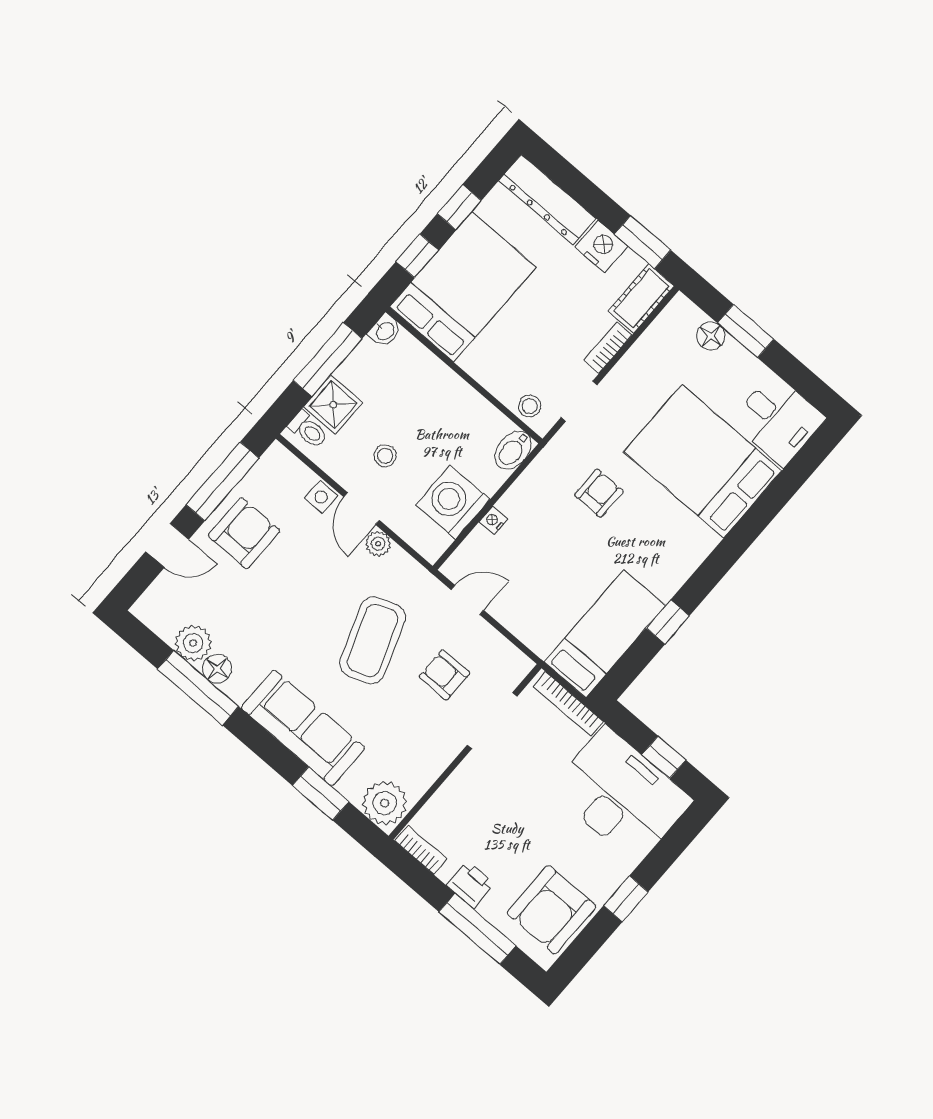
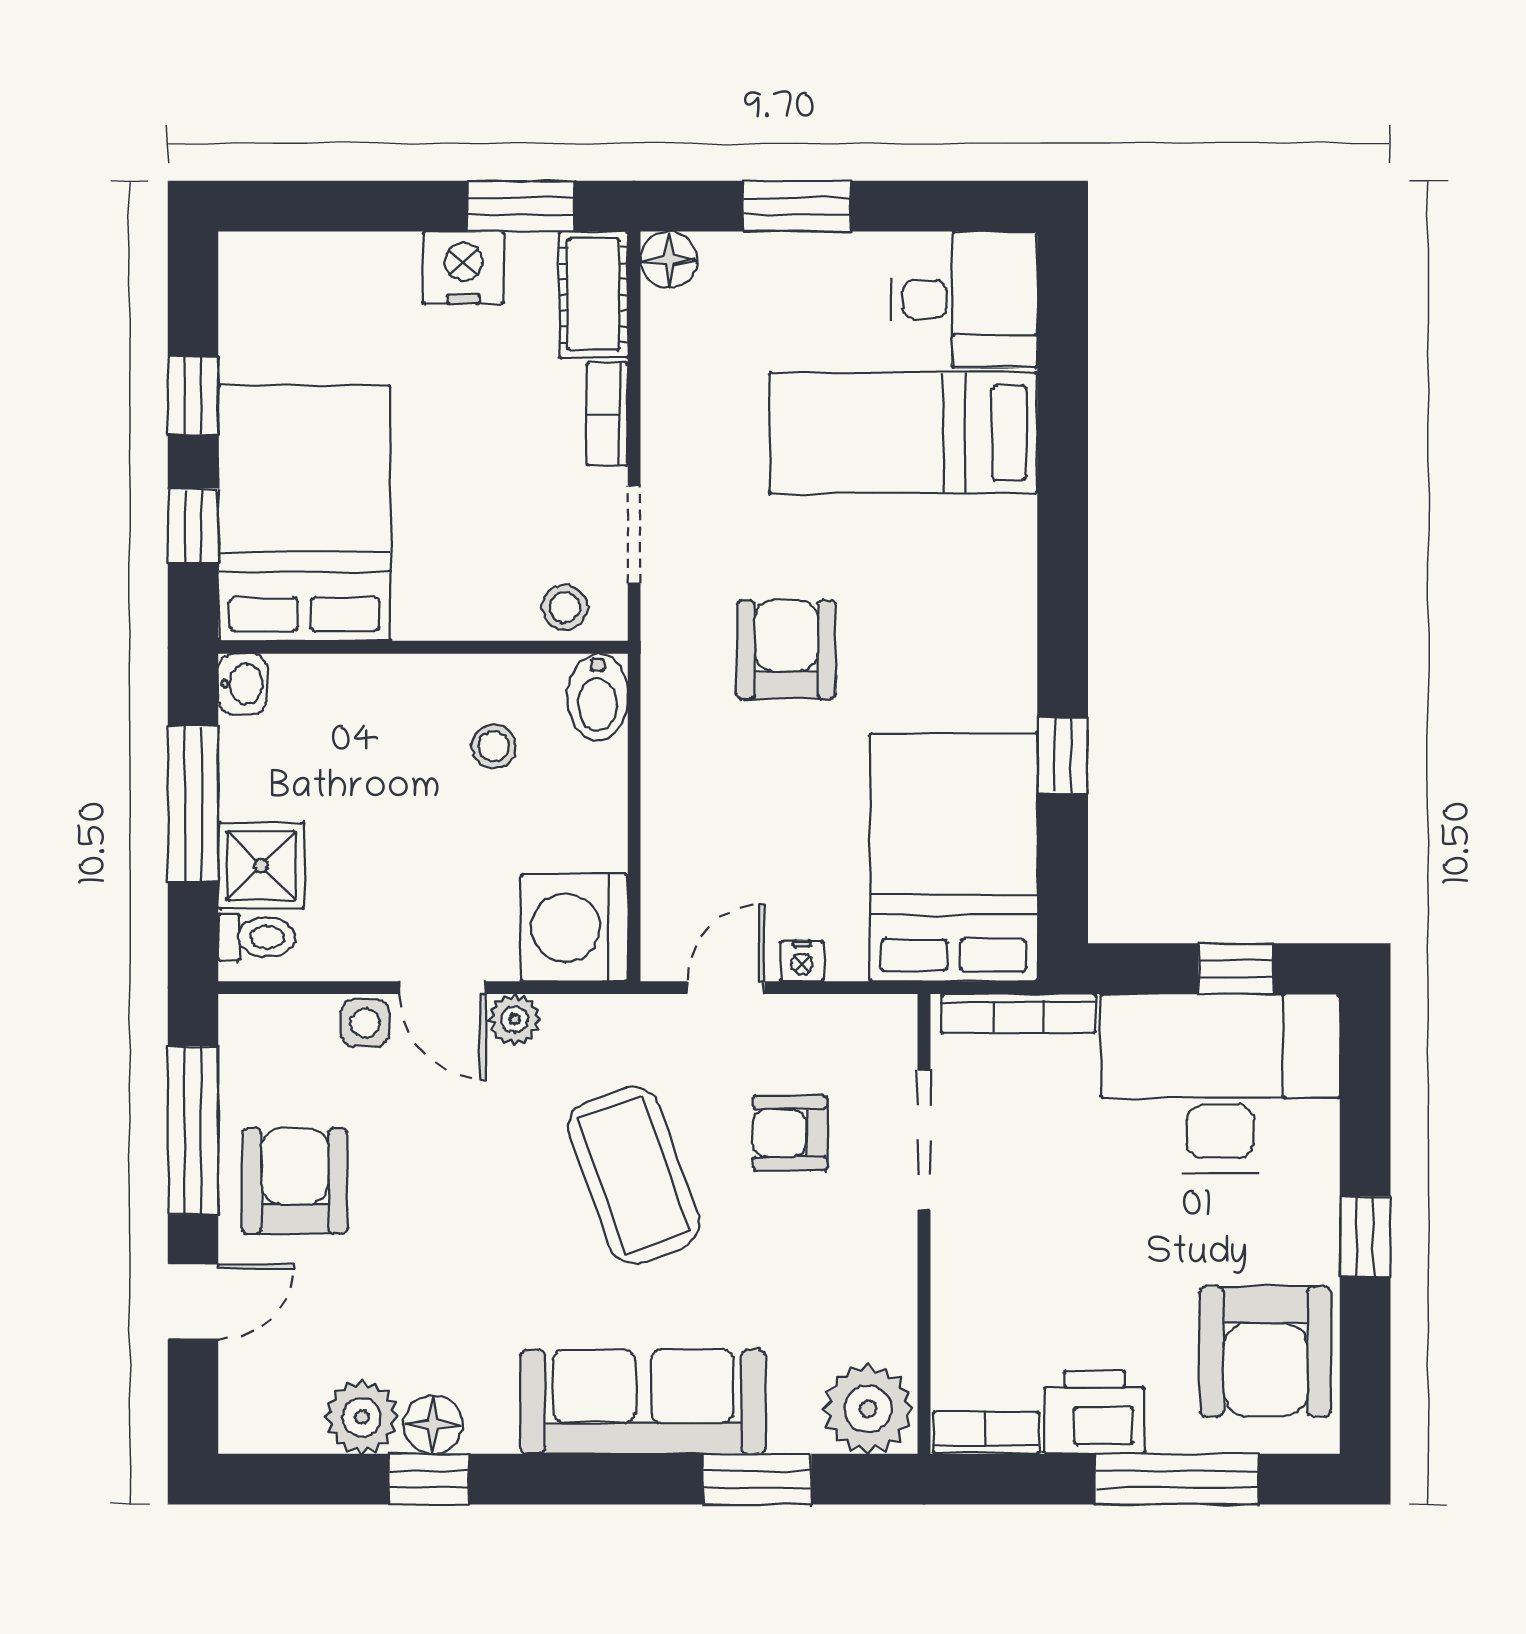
dresser: (547, 199) -> (318, 267), removed
floor lamp: (711, 336) -> (669, 260), moved
stool: (385, 456) -> (494, 746), moved
bed: (703, 461) -> (903, 433), width x0.67
armchair: (599, 493) -> (786, 649), width x1.38, depth x1.38
washing machine: (453, 502) -> (574, 928), moved
nightstand: (493, 521) -> (802, 961), moved, turned -90
bed: (605, 634) -> (954, 857), width x1.50
window: (198, 688) -> (429, 1479), width x0.46
printer: (471, 885) -> (1094, 1412), width x1.36, depth x1.24

